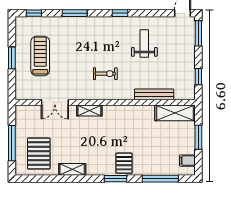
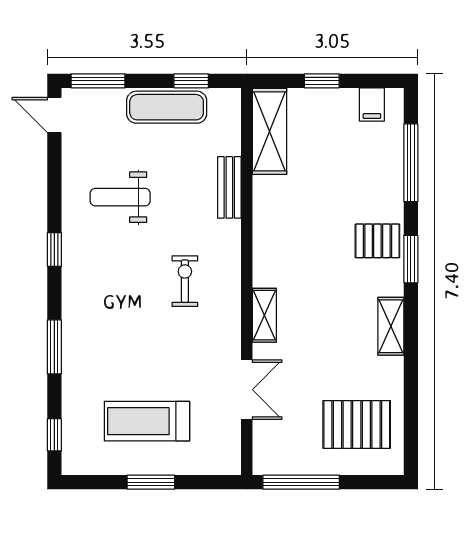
exercise mat: (186, 65) -> (167, 107), added
bench: (154, 94) -> (229, 187), width x0.73
window: (198, 137) -> (322, 81), width x0.67
window: (12, 143) -> (301, 482), moved
shelving: (72, 169) -> (391, 326), moved

